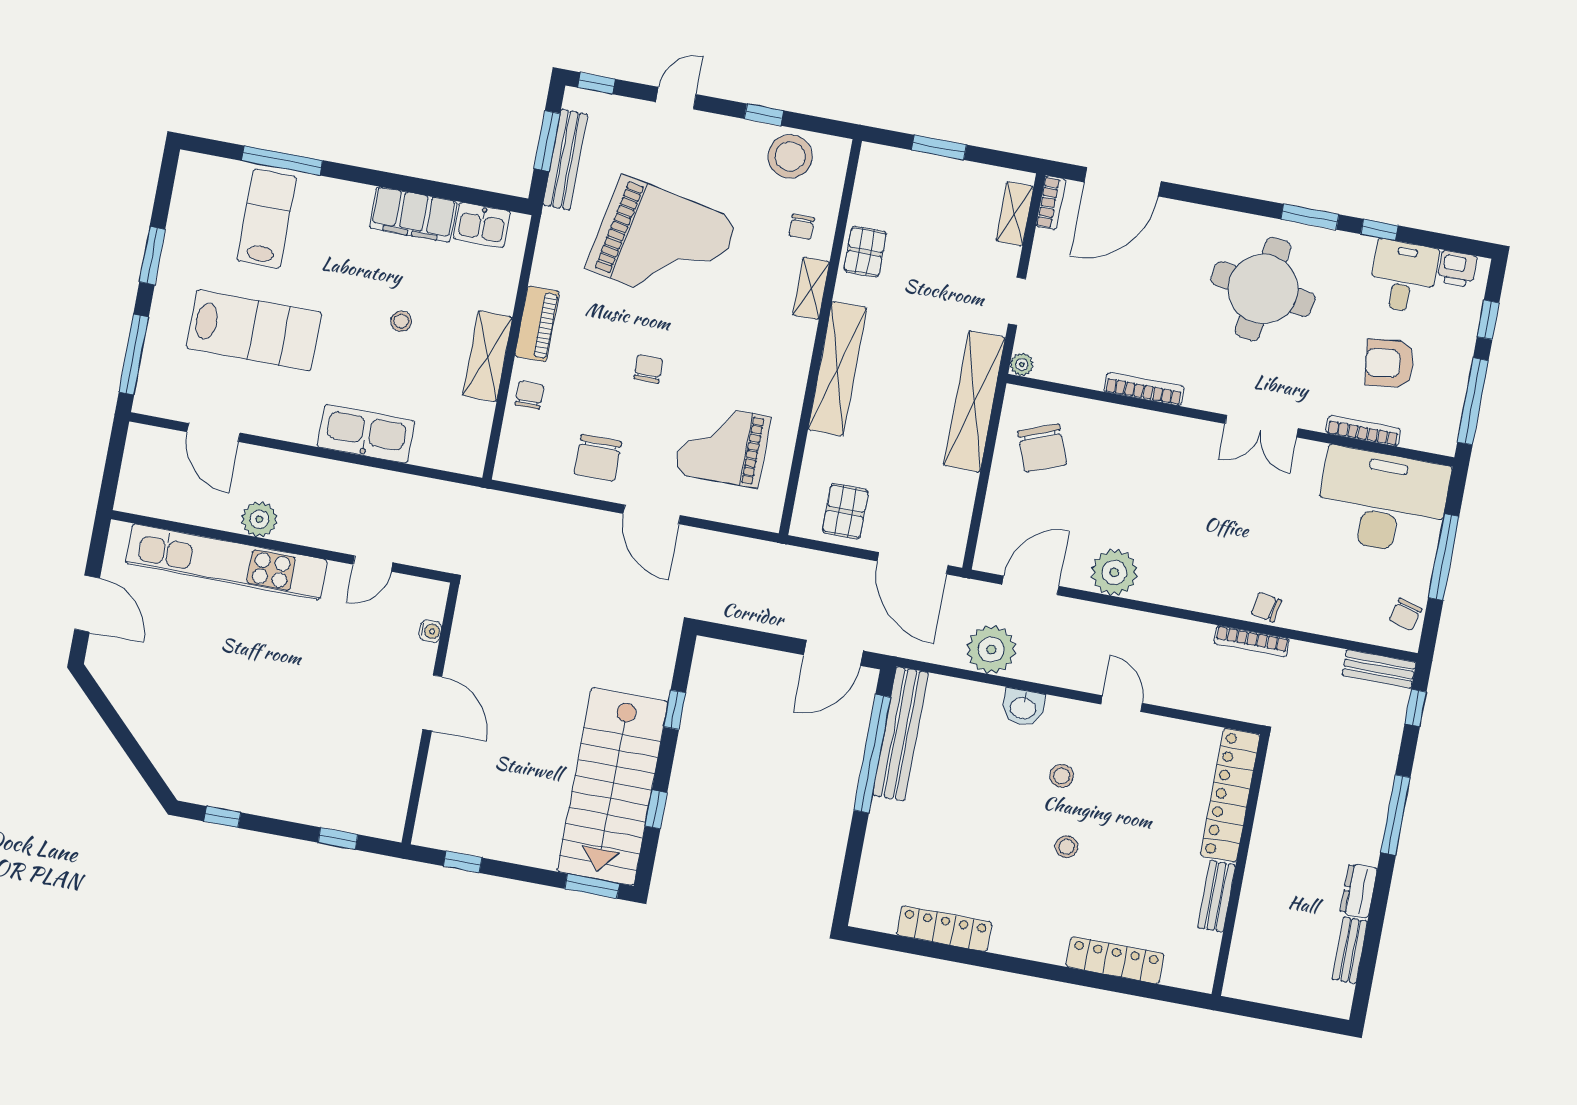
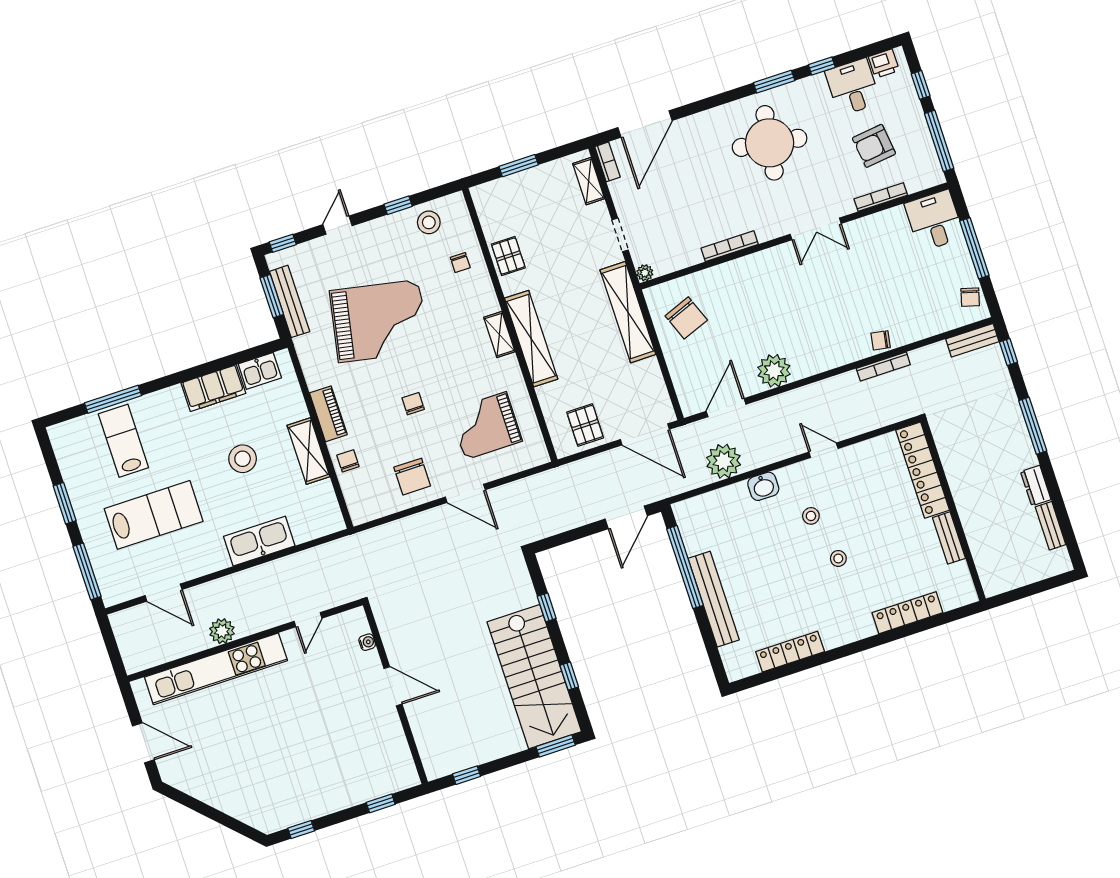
stool: (790, 156) -> (429, 222), width x0.73, depth x0.73
shelving: (811, 288) -> (499, 335), moved
stool: (401, 321) -> (243, 459), width x1.89, depth x1.89
desk: (1382, 501) -> (934, 221), width x0.53, depth x0.77
bench: (900, 734) -> (714, 599), moved

